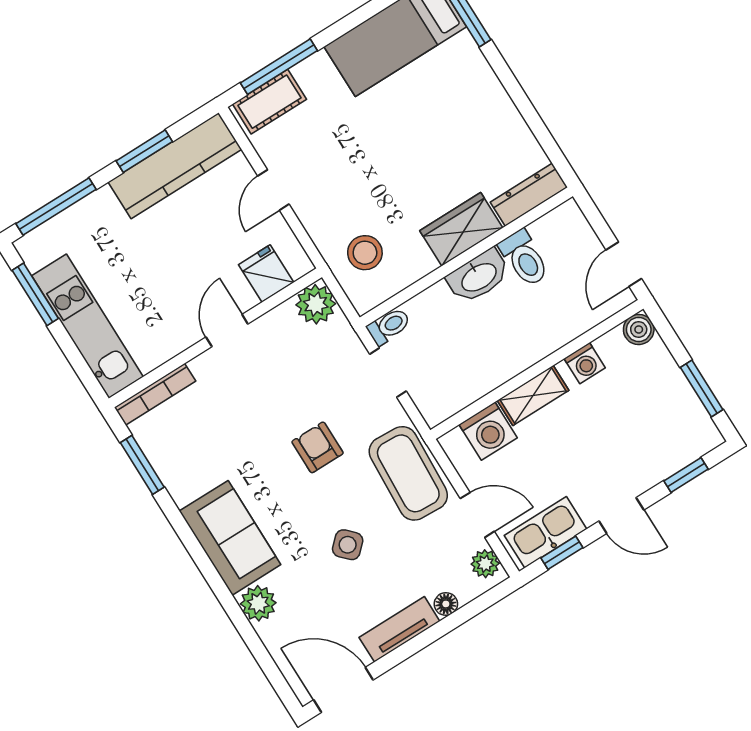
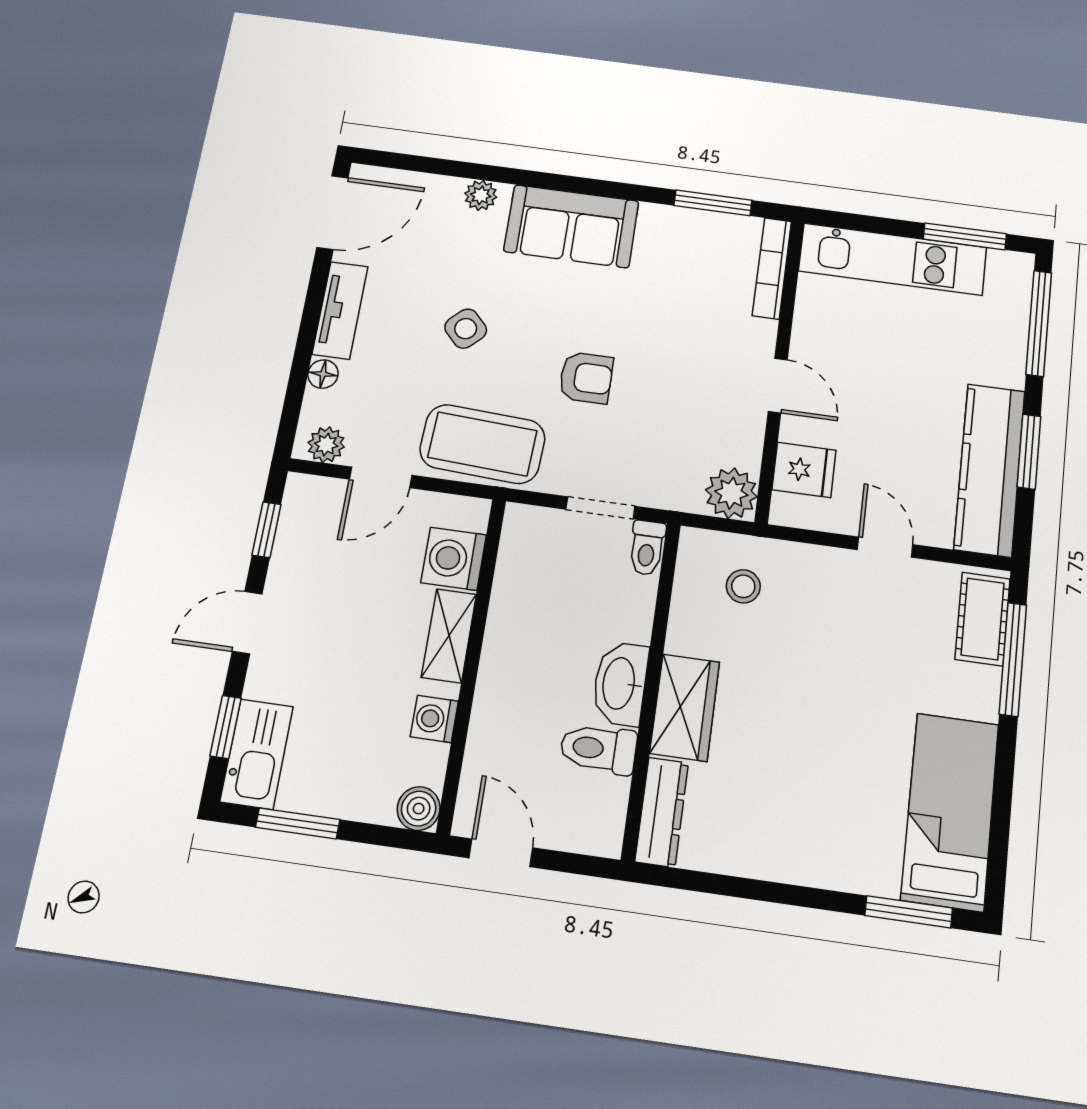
stool: (365, 253) -> (743, 586), width x0.73, depth x0.73
kitchen sink: (546, 532) -> (257, 754), moved
plant: (258, 603) -> (481, 195), width x0.73, depth x0.73

